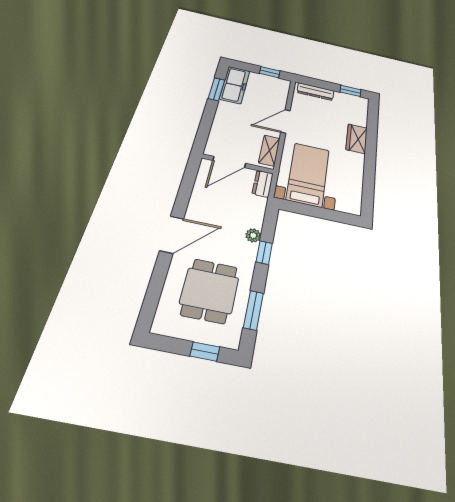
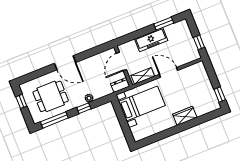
freezer: (235, 85) -> (151, 40), moved
dresser: (315, 92) -> (203, 76), removed
door: (229, 162) -> (121, 61), hinge flipped
window: (253, 310) -> (54, 120), width x1.44
window: (205, 351) -> (21, 101), moved

